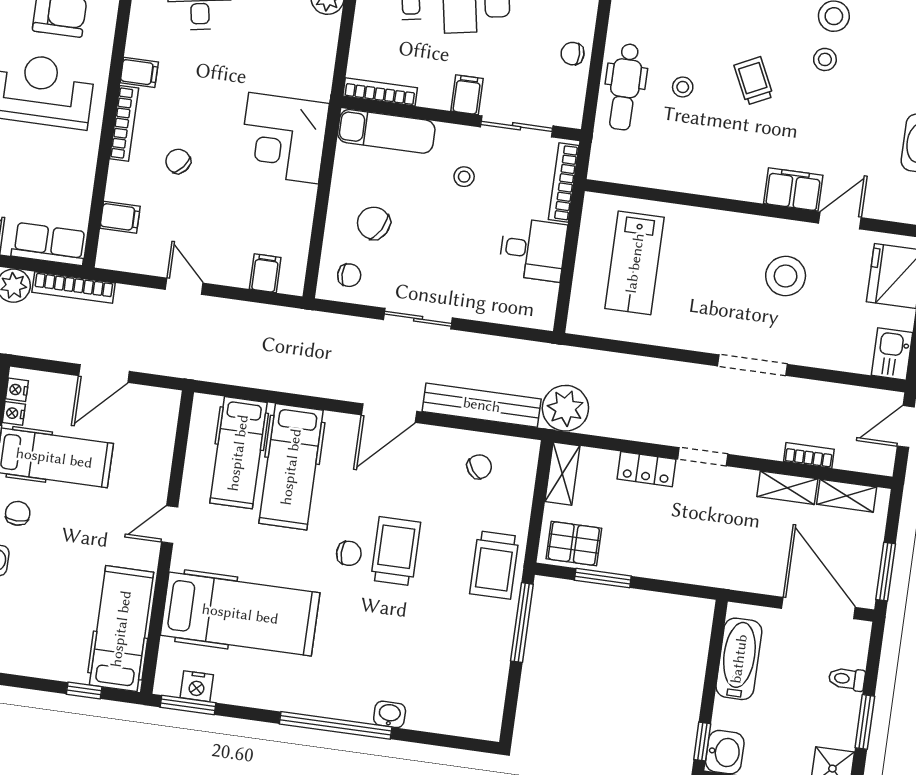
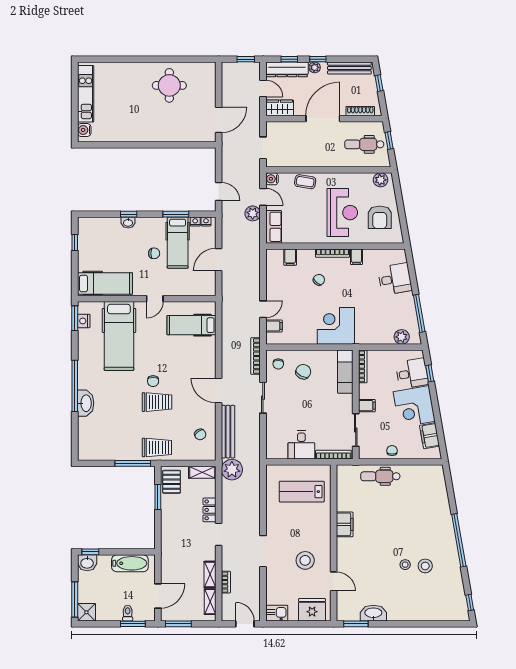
trolley: (754, 81) -> (391, 534), removed
stool: (683, 87) -> (384, 502), removed
stool: (464, 177) -> (330, 409), removed
filing cabinet: (793, 189) -> (345, 524), moved
door: (184, 286) -> (263, 309), moved
bookcase: (74, 288) -> (256, 356), moved
door: (104, 374) -> (219, 260), hinge flipped
hospital bed: (291, 467) -> (188, 350), removed
chair: (18, 513) -> (154, 253), moved
door: (170, 525) -> (155, 299), swing flipped
trolley: (494, 565) -> (157, 447), turned 180
door: (818, 608) -> (158, 596), width x0.73
window: (84, 691) -> (75, 242), moved
washbasin: (390, 714) -> (86, 403), width x1.91, depth x1.45
window: (865, 722) -> (133, 624), moved

